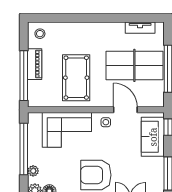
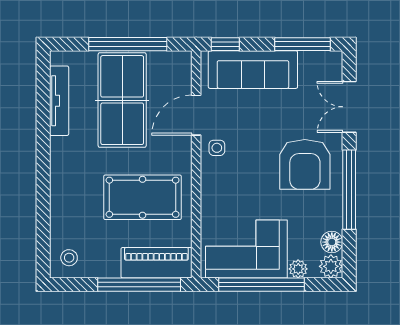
tv unit: (140, 28) -> (59, 101), width x1.41
piano: (35, 64) -> (156, 263), moved, width x1.37, depth x1.33
corner sofa: (67, 130) -> (246, 249), moved, turned -90
sofa: (153, 137) -> (253, 70), width x1.36

